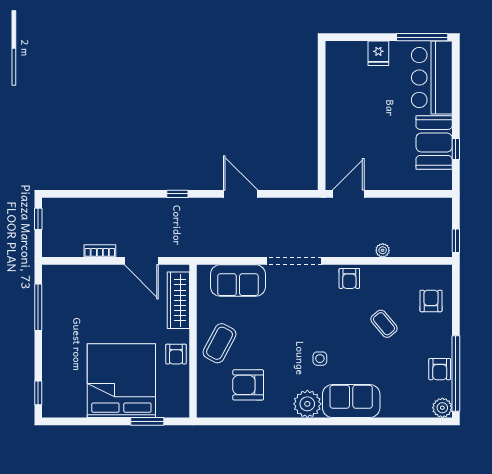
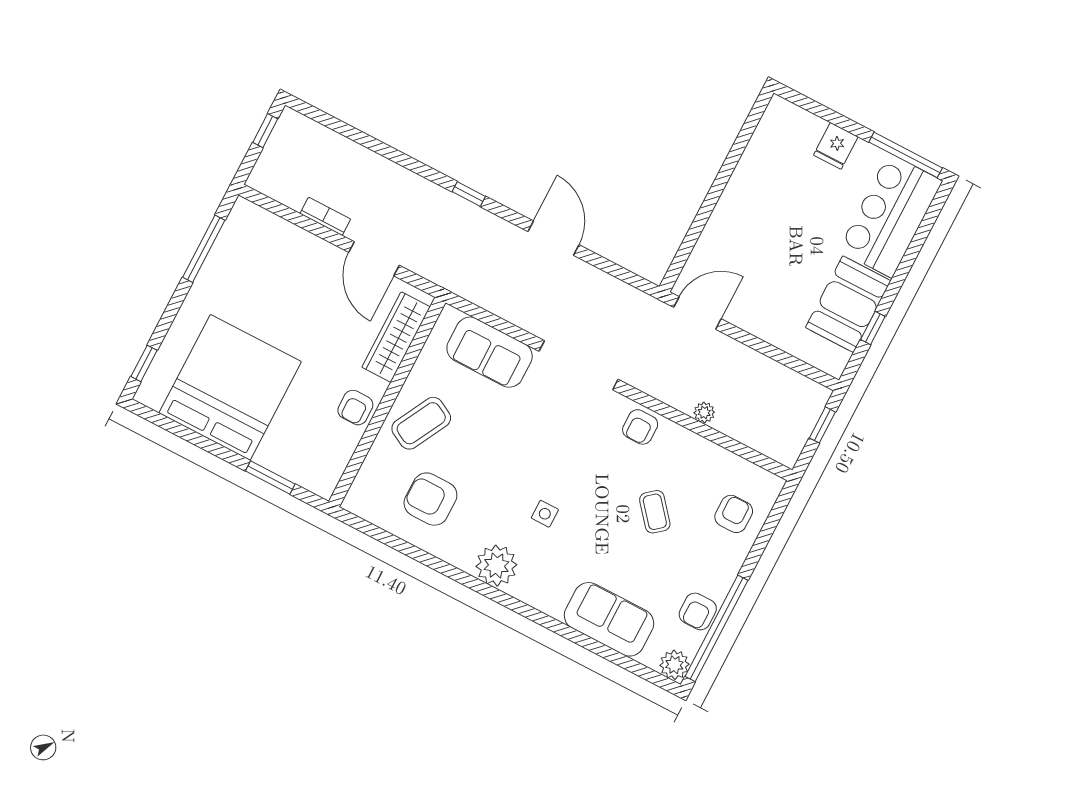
window: (456, 241) -> (822, 425), moved
bed: (121, 381) -> (230, 387), moved
sofa: (351, 401) -> (609, 619), moved

